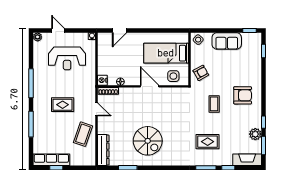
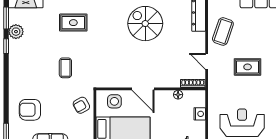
nightstand: (102, 80) -> (200, 114), moved
armchair: (243, 95) -> (30, 110), moved

